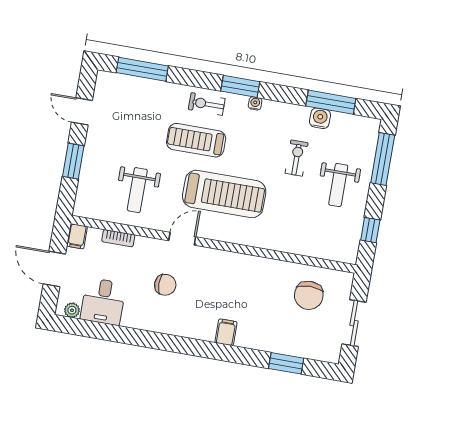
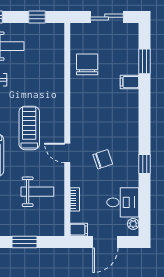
treadmill: (224, 194) -> (29, 128), width x0.73, depth x0.73
chair: (165, 285) -> (103, 159), turned 71
chair: (309, 295) -> (87, 64), moved, turned -90
filing cabinet: (226, 332) -> (130, 82), moved
window: (149, 339) -> (145, 164), added

